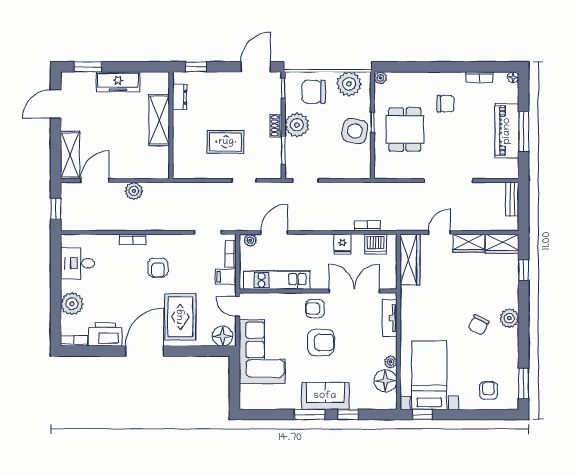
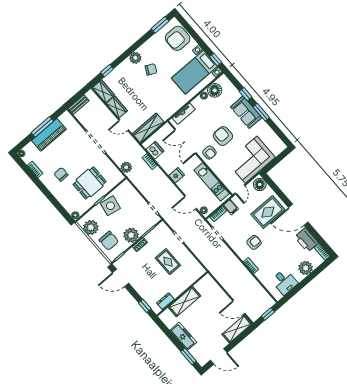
plant: (134, 191) -> (126, 167), moved
fridge: (342, 244) -> (177, 175), moved
armchair: (488, 390) -> (178, 38), width x1.88, depth x1.88

